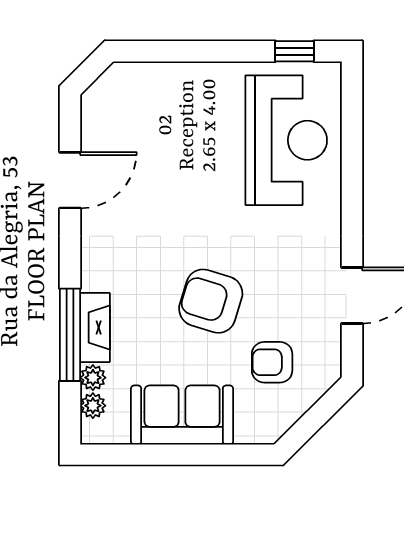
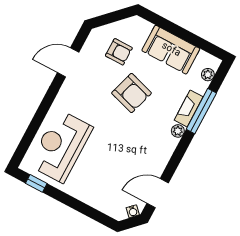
water cooler: (97, 93) -> (133, 211), added
door: (70, 180) -> (158, 193), moved
plant: (93, 378) -> (178, 131), moved

